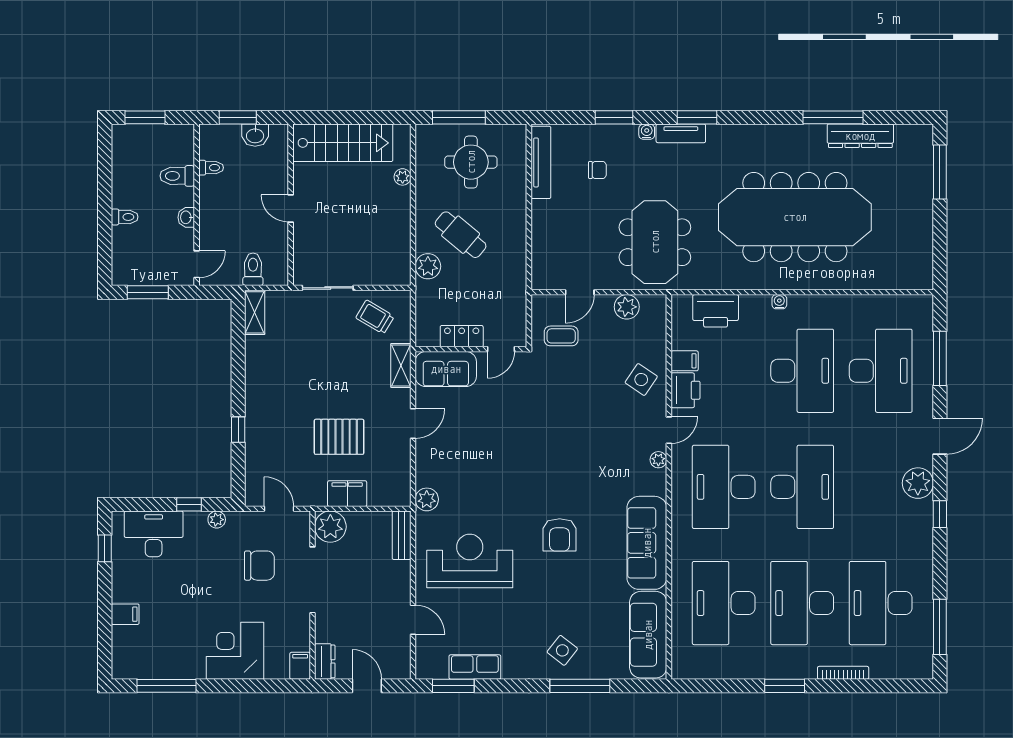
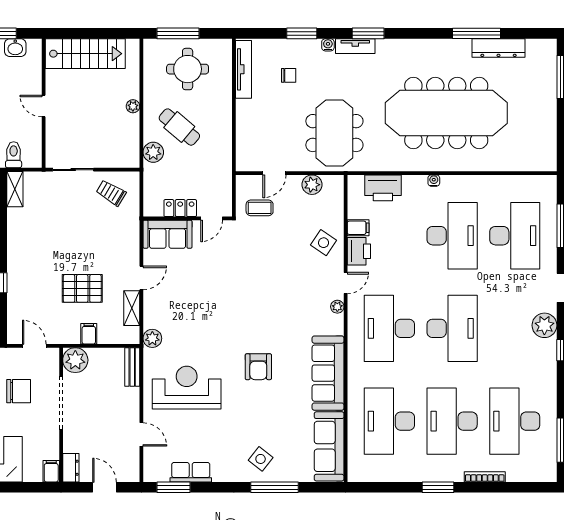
plant: (403, 177) -> (133, 106), moved
shelving: (401, 365) -> (132, 308), moved
filing cabinet: (347, 494) -> (89, 334), width x0.50

